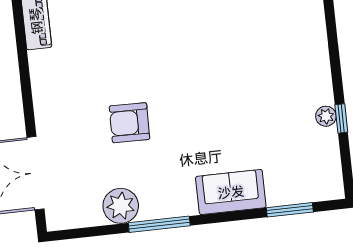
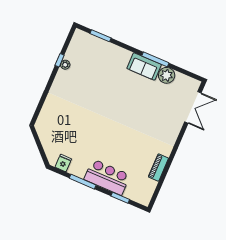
armchair: (129, 123) -> (144, 106), removed
sofa: (231, 192) -> (144, 66), moved

